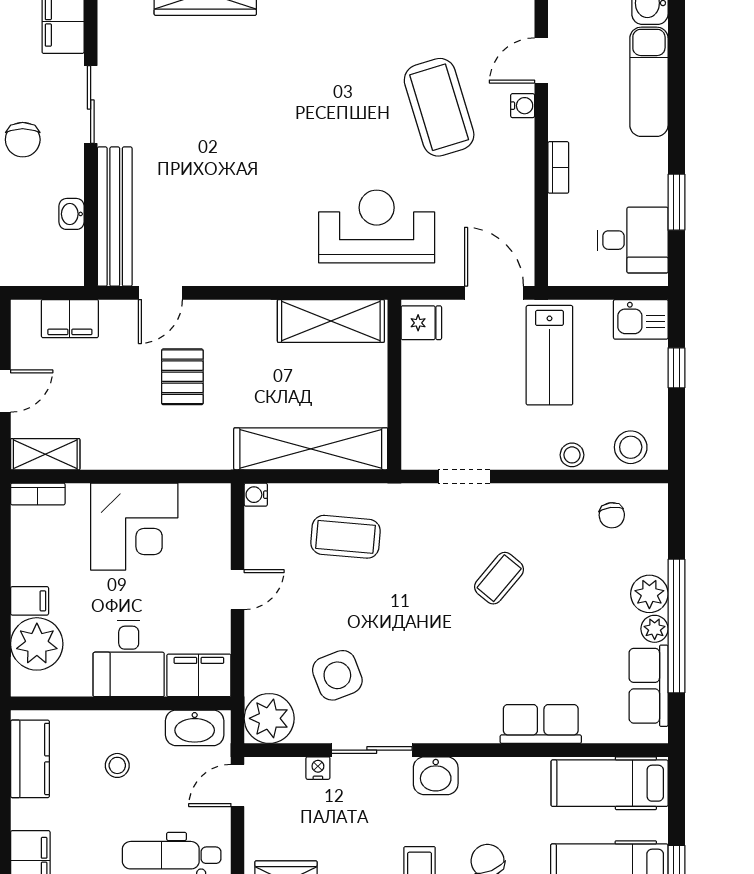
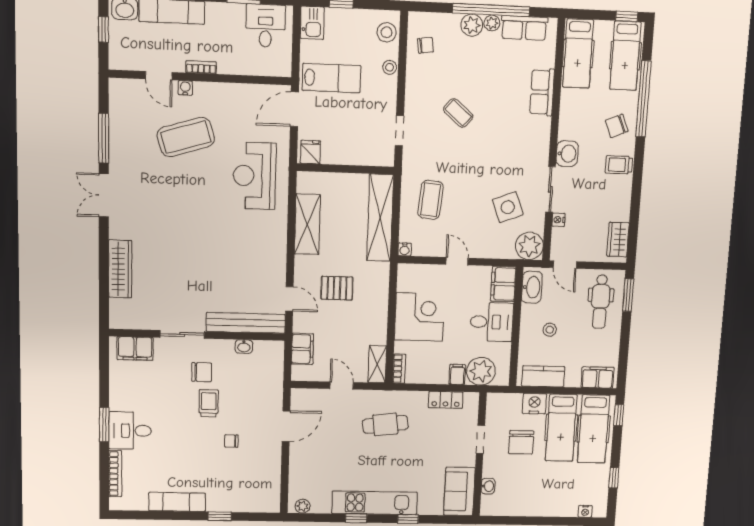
bookcase: (558, 167) -> (201, 67), moved
shelving: (331, 321) -> (307, 224), moved

